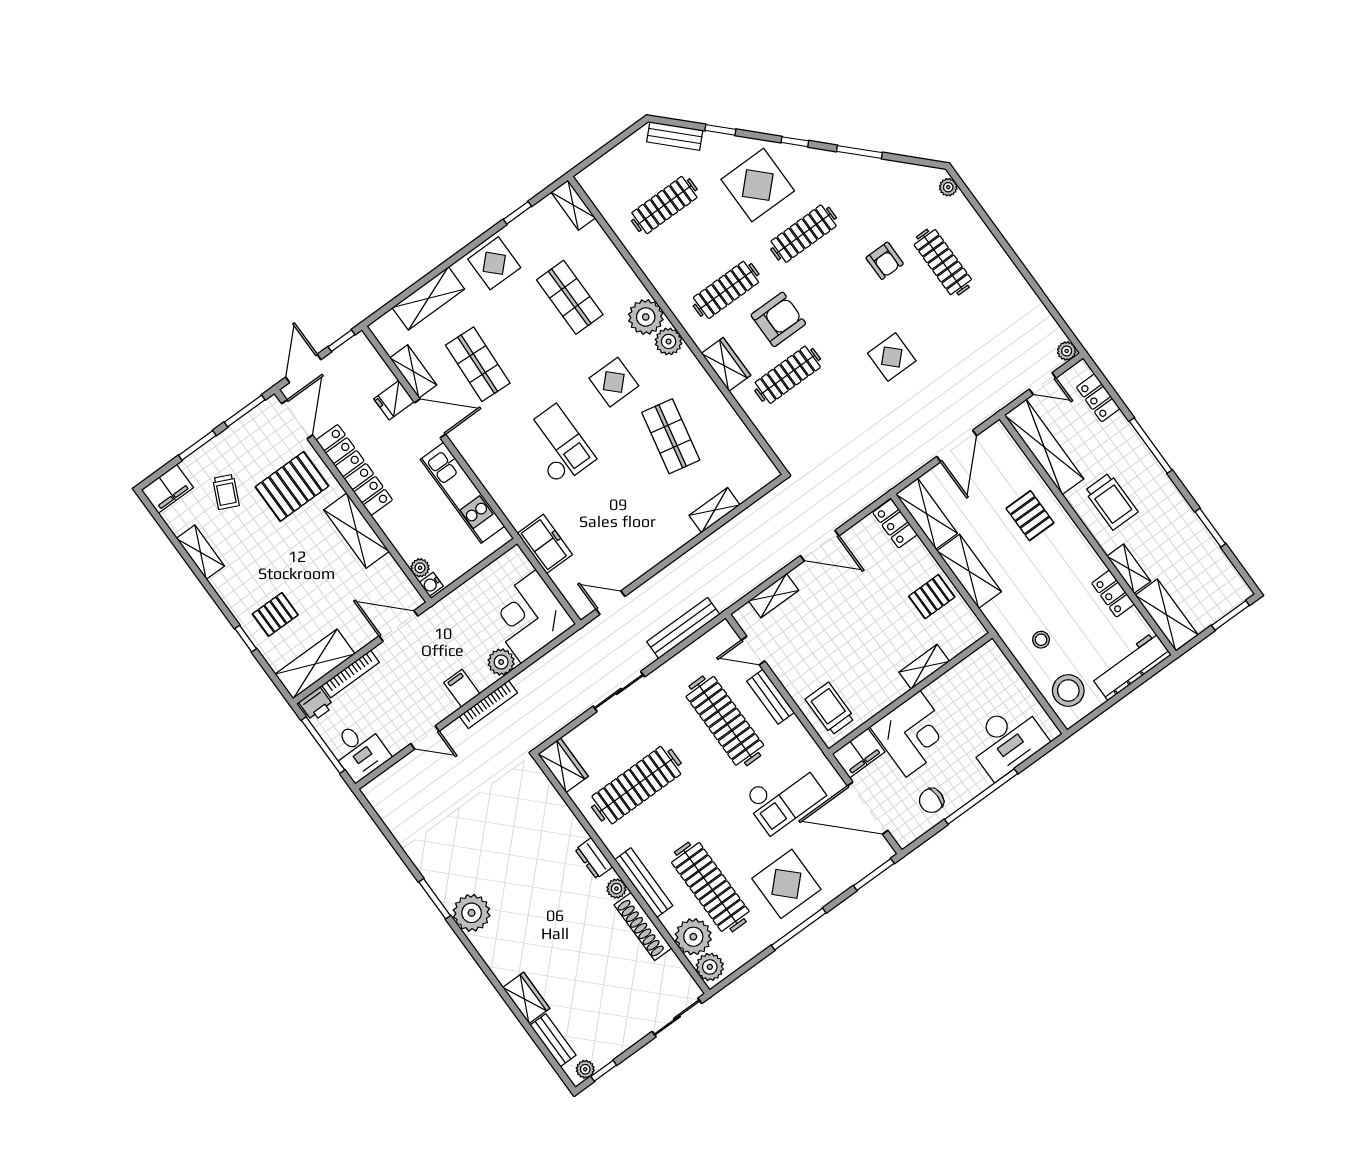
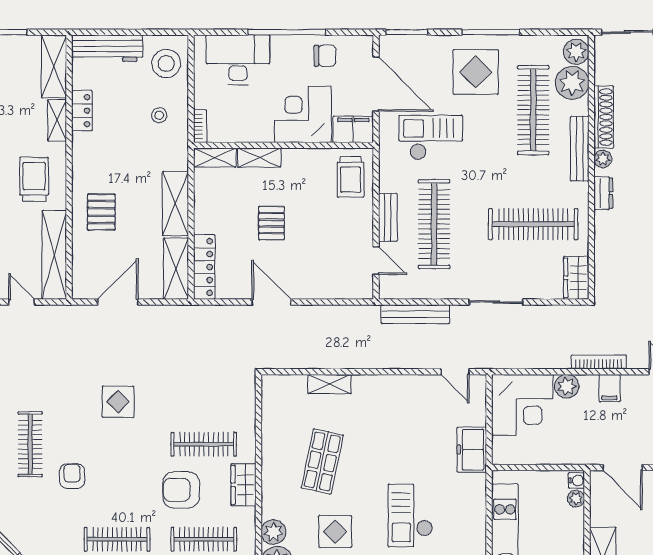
locker: (895, 523) -> (204, 267), width x1.53
shelving: (774, 596) -> (215, 158), moved
pallet: (932, 597) -> (271, 223), moved, turned 90
bookcase: (997, 656) -> (200, 126), added

